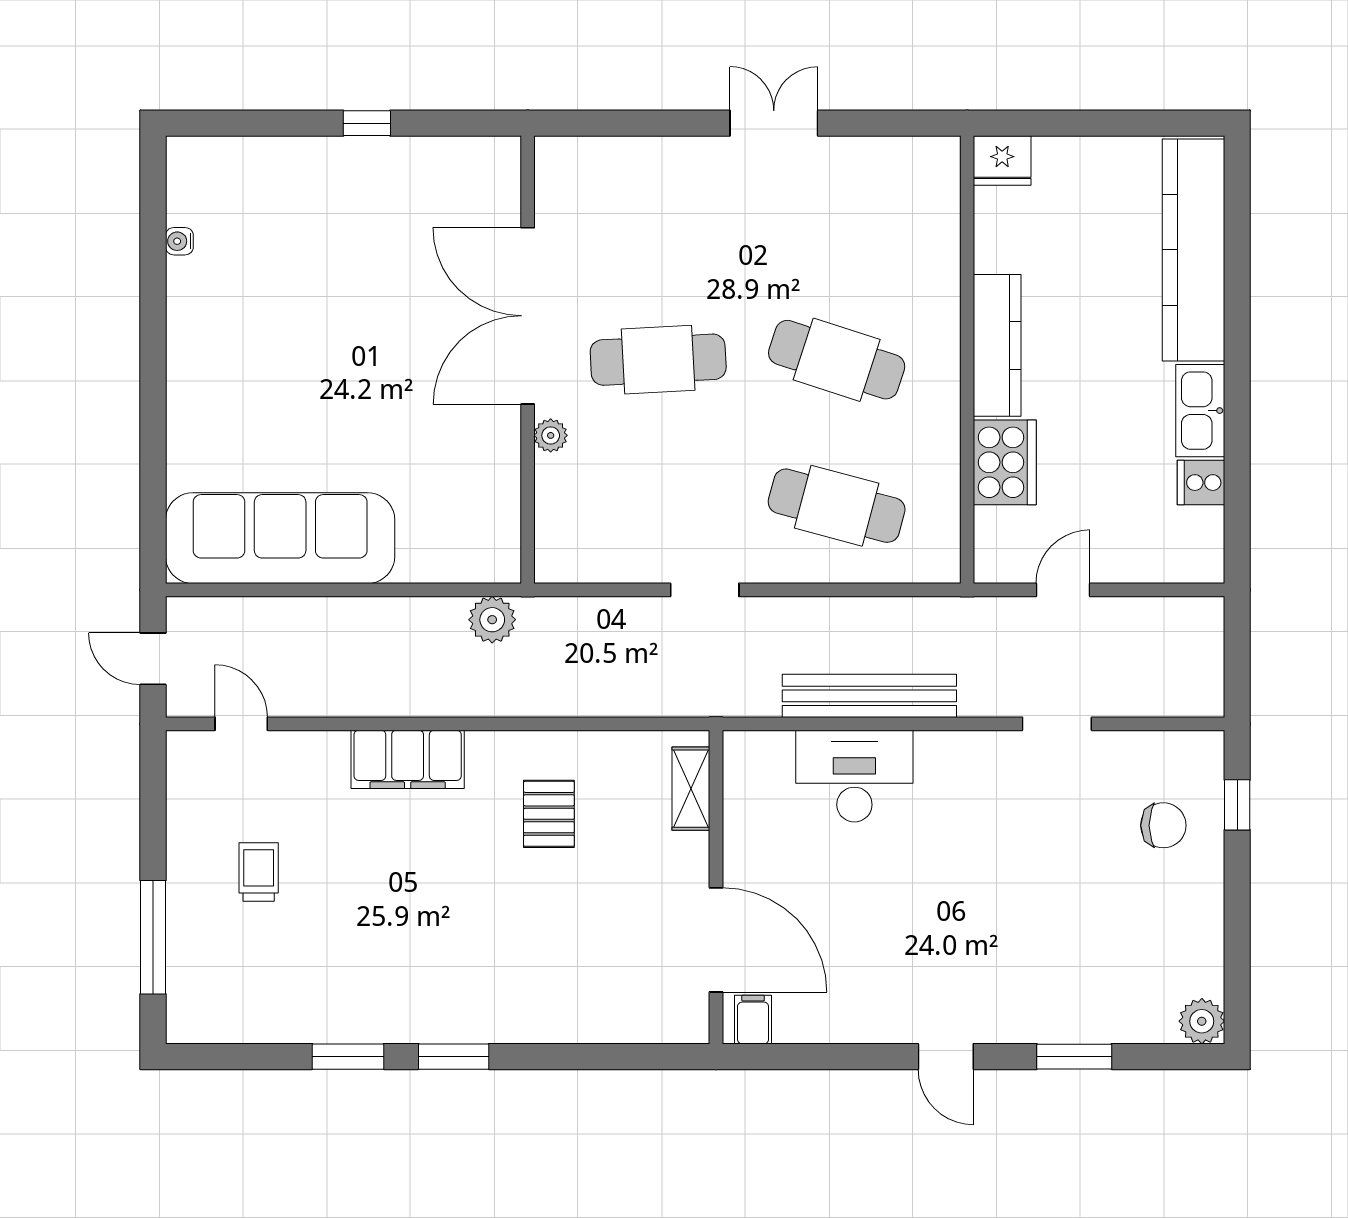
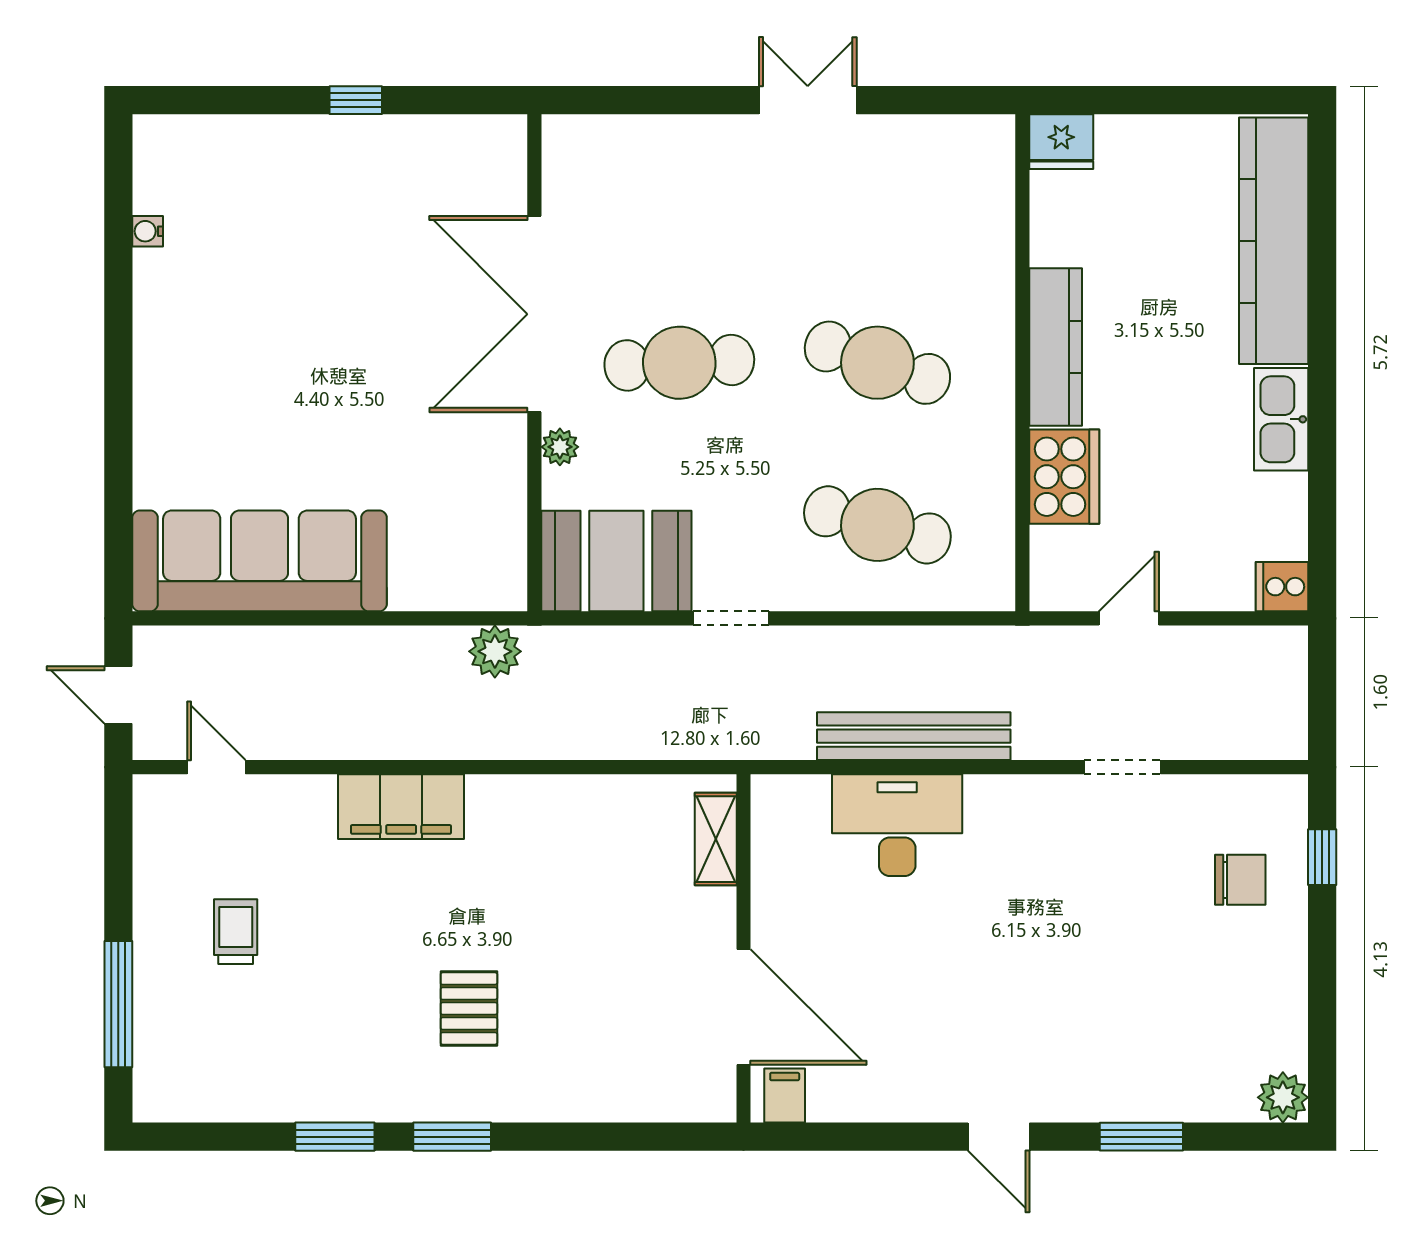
cooker: (1201, 483) -> (1282, 587), moved
booth: (602, 538) -> (616, 561), added
pallet: (549, 814) -> (469, 1009), moved

